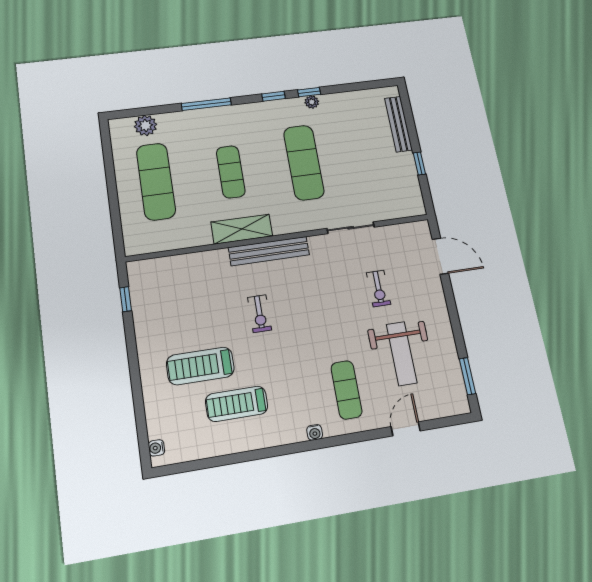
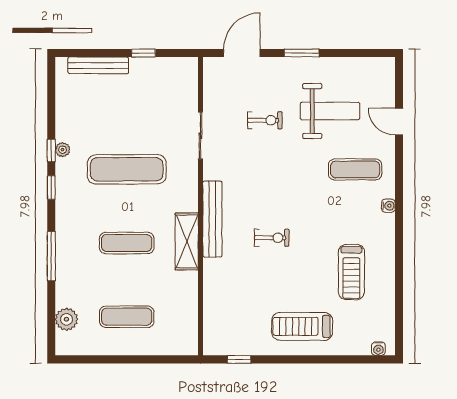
exercise mat: (156, 181) -> (127, 317), width x0.73, depth x0.69
treadmill: (200, 366) -> (302, 326), moved, turned 90
window: (467, 376) -> (302, 53), moved

